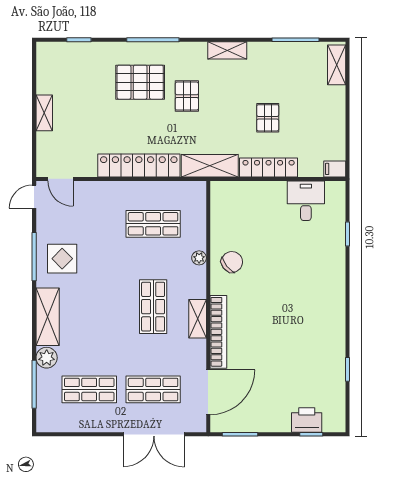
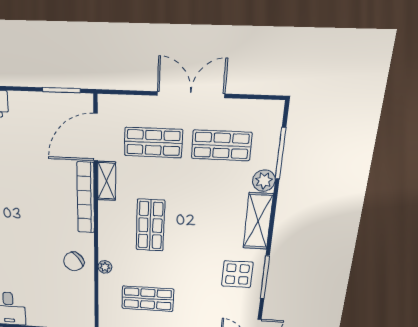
shelving: (198, 319) -> (107, 181), moved
double door: (154, 434) -> (191, 95), moved

